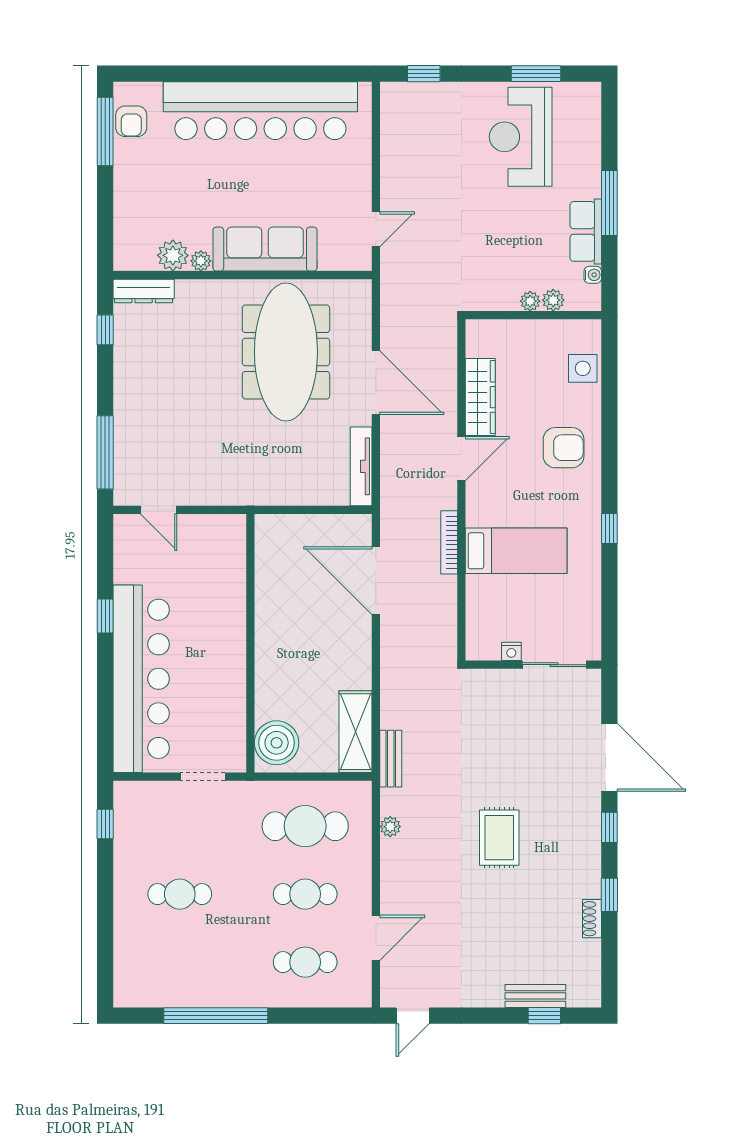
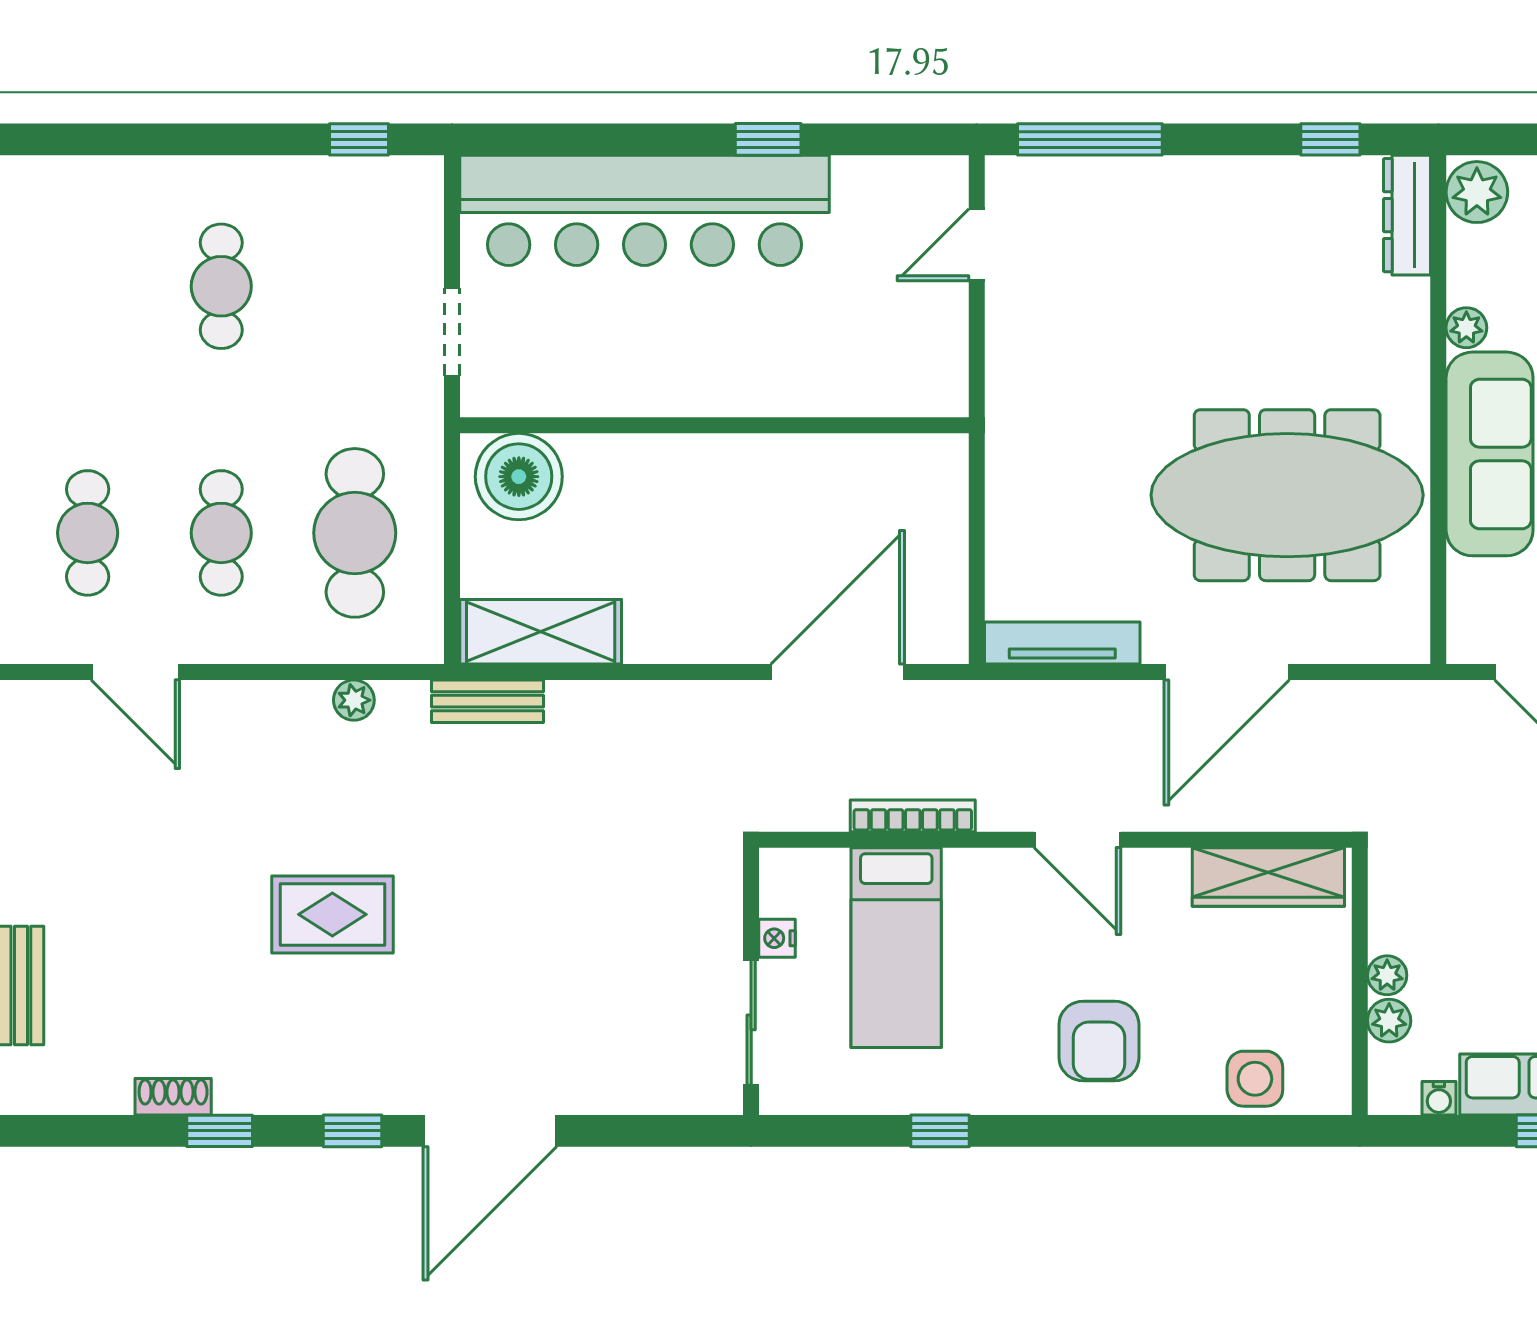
plant: (173, 255) -> (1477, 192), moved
wardrobe: (480, 397) -> (1268, 877), moved
nightstand: (511, 651) -> (777, 938), moved
wall: (533, 665) -> (751, 981), moved
sliding door: (554, 665) -> (751, 1022), moved

